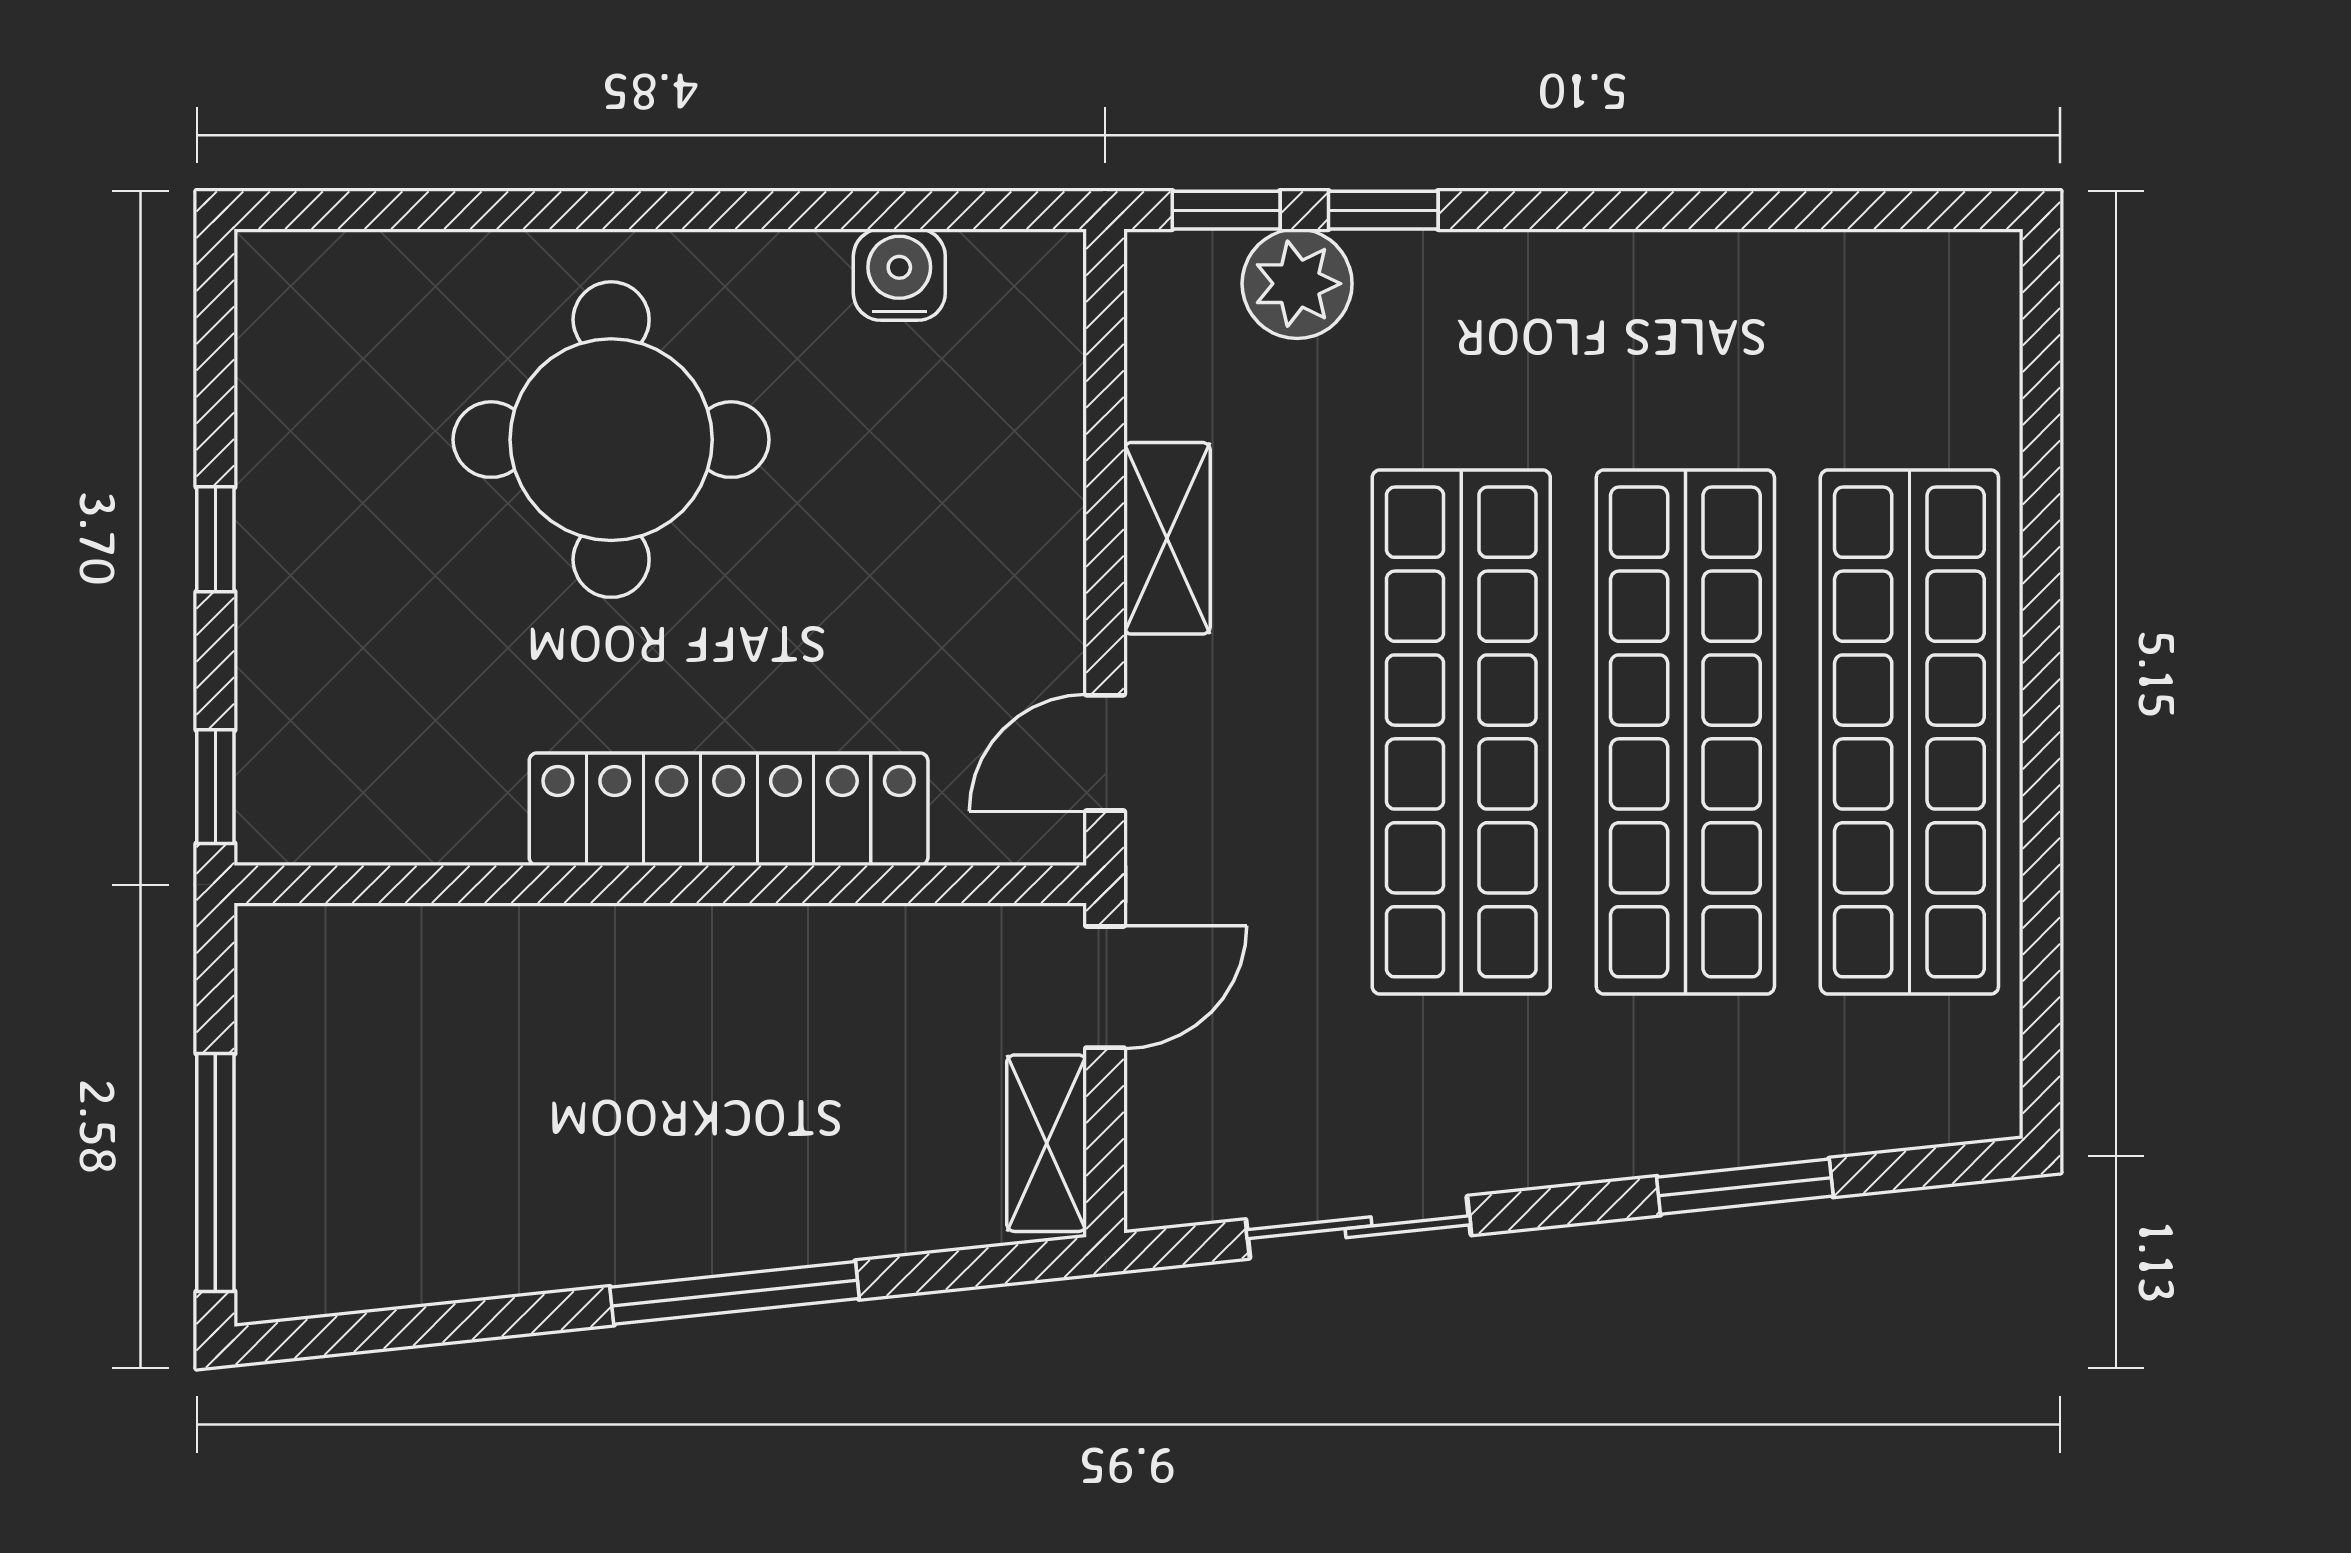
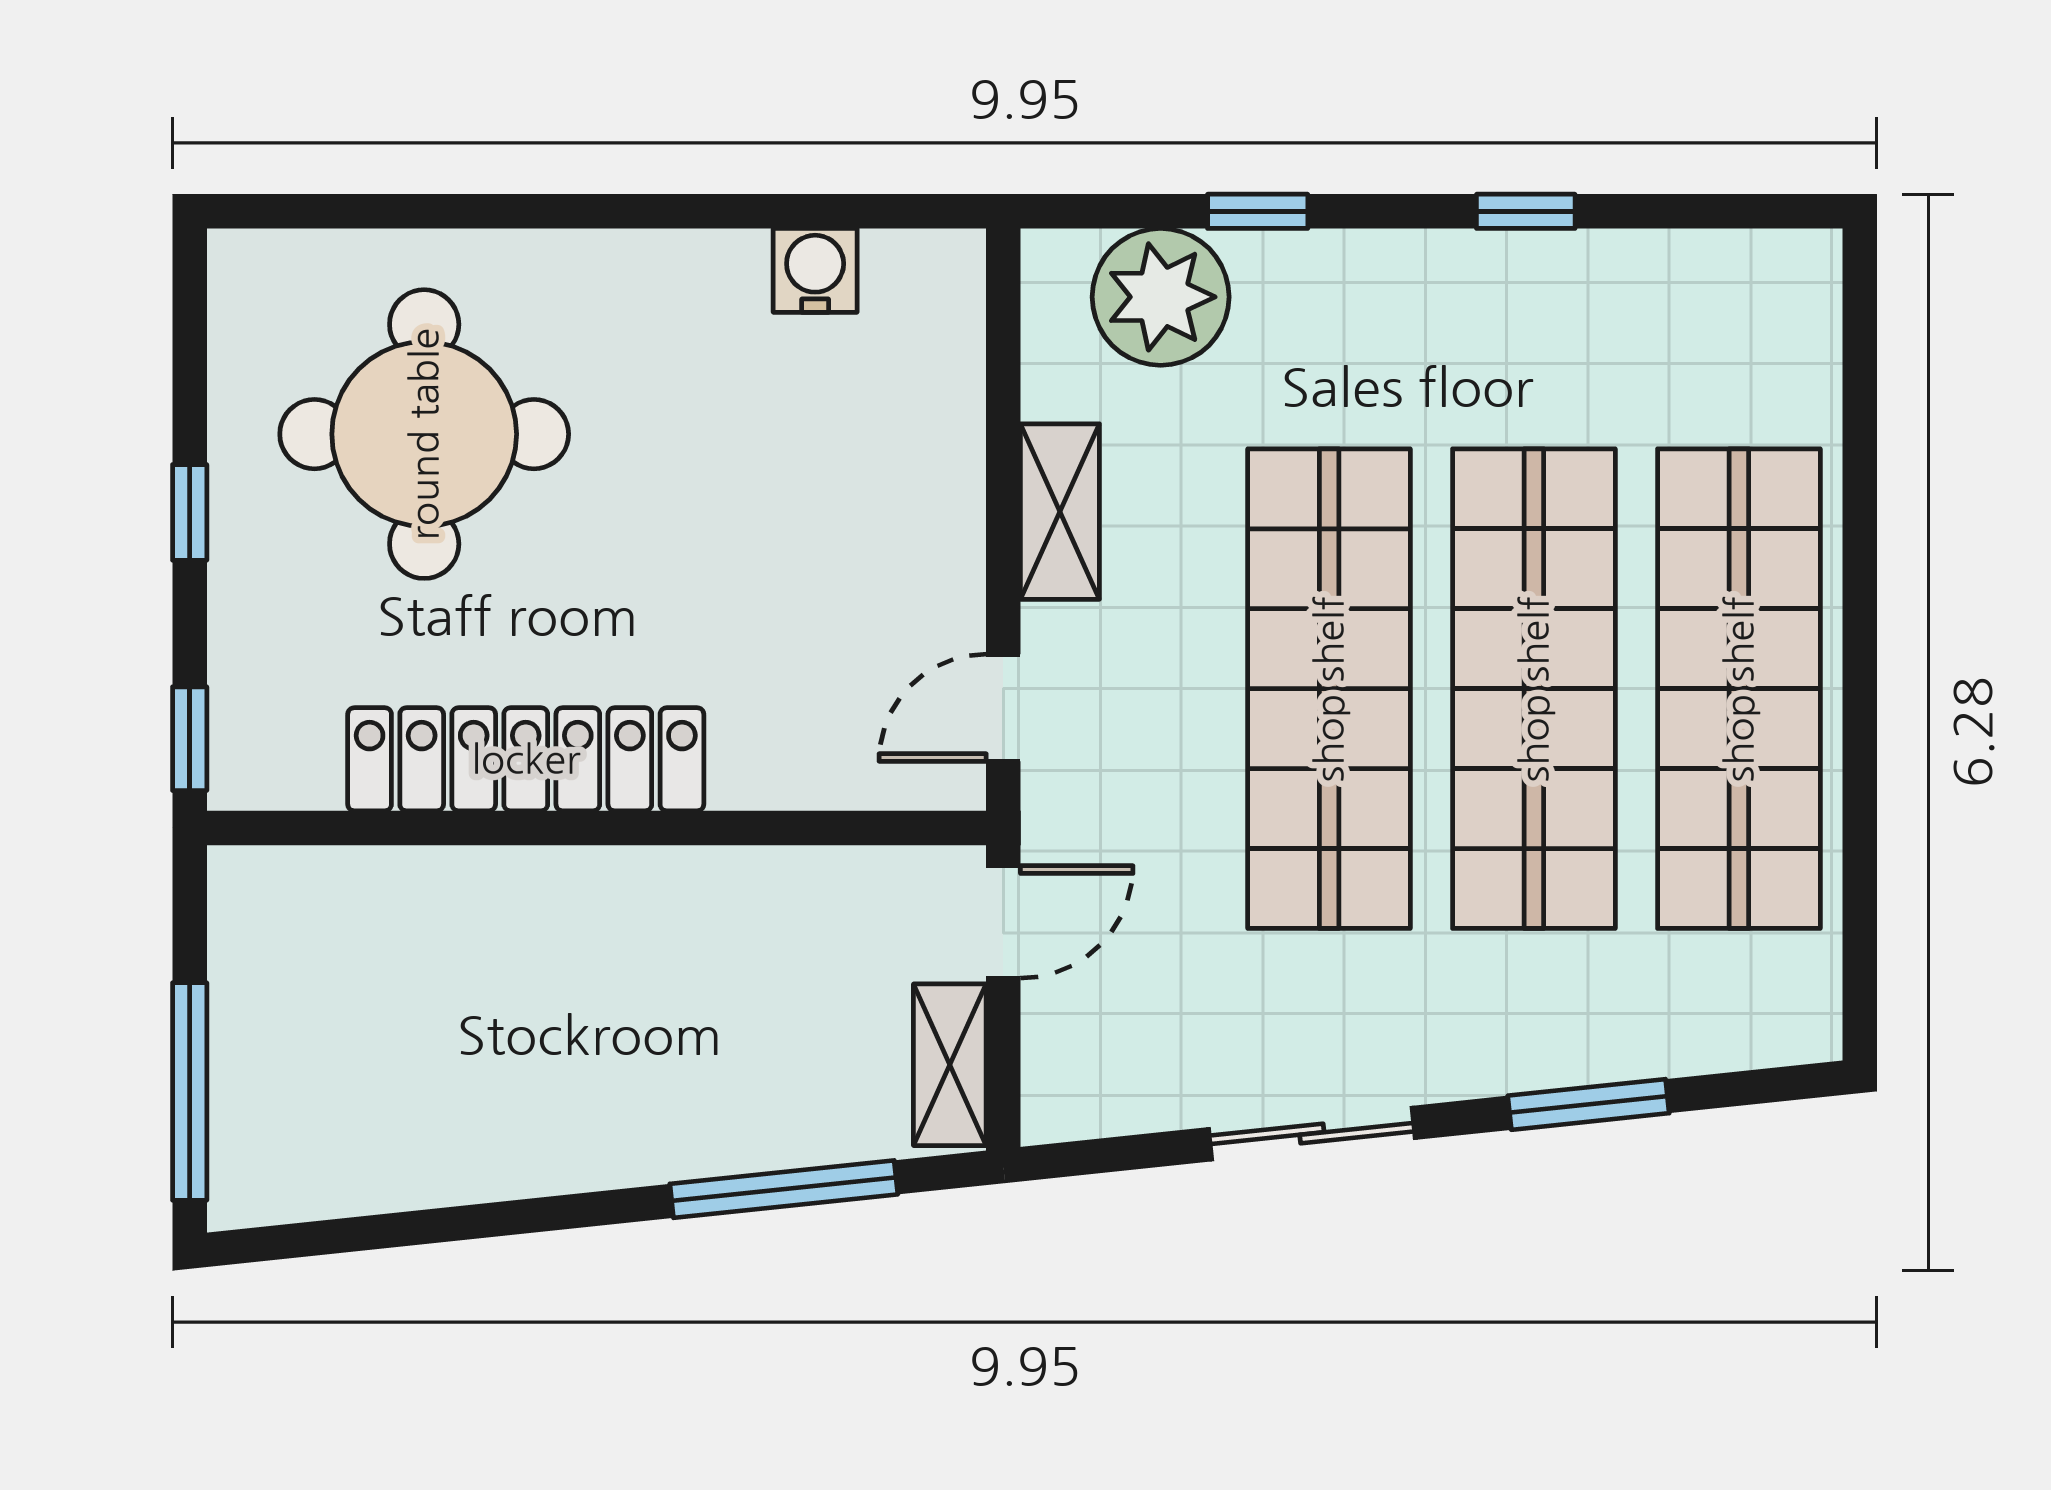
window: (1226, 210) -> (1526, 211), moved
plant: (1297, 284) -> (1161, 297), width x1.36, depth x1.36
round table: (611, 440) -> (424, 434), moved
locker: (729, 809) -> (526, 759), moved
sliding door: (1358, 1227) -> (1312, 1134), moved
window: (735, 1293) -> (784, 1189), moved

